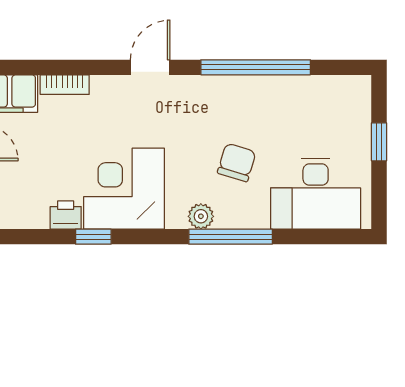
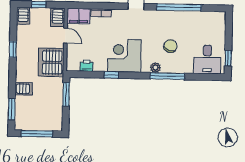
window: (379, 142) -> (228, 58), moved
desk: (316, 194) -> (207, 59), width x0.73
printer: (66, 215) -> (87, 66), moved

